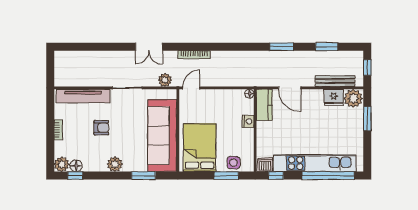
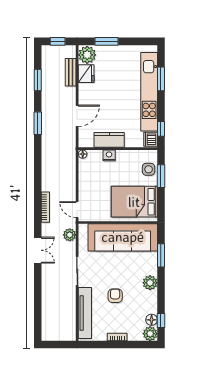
bench: (335, 81) -> (71, 72), width x0.73
kitchen counter: (264, 105) -> (109, 140), moved
window: (328, 176) -> (161, 79), width x0.47

